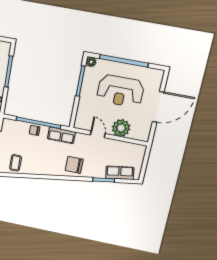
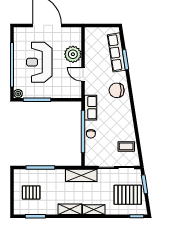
reception desk: (120, 91) -> (39, 62), turned 180
door: (98, 134) -> (83, 74), hinge flipped
chair: (74, 165) -> (117, 90), turned 90
row of seats: (120, 173) -> (116, 52), width x1.48

